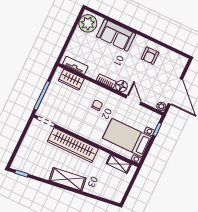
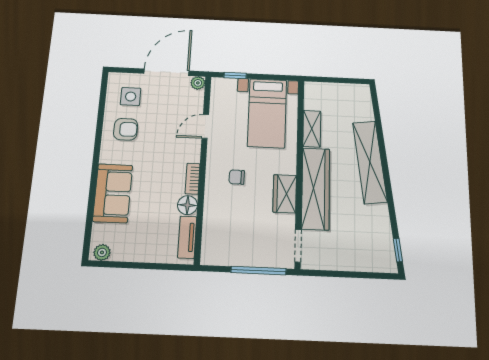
plant: (88, 23) -> (102, 252), width x0.53, depth x0.53
side table: (169, 66) -> (131, 97), added
wardrobe: (71, 80) -> (285, 194), moved, turned 180
floor lamp: (121, 86) -> (187, 205), moved
shelving: (119, 164) -> (312, 129), moved
shelving: (68, 179) -> (370, 162), width x1.47

